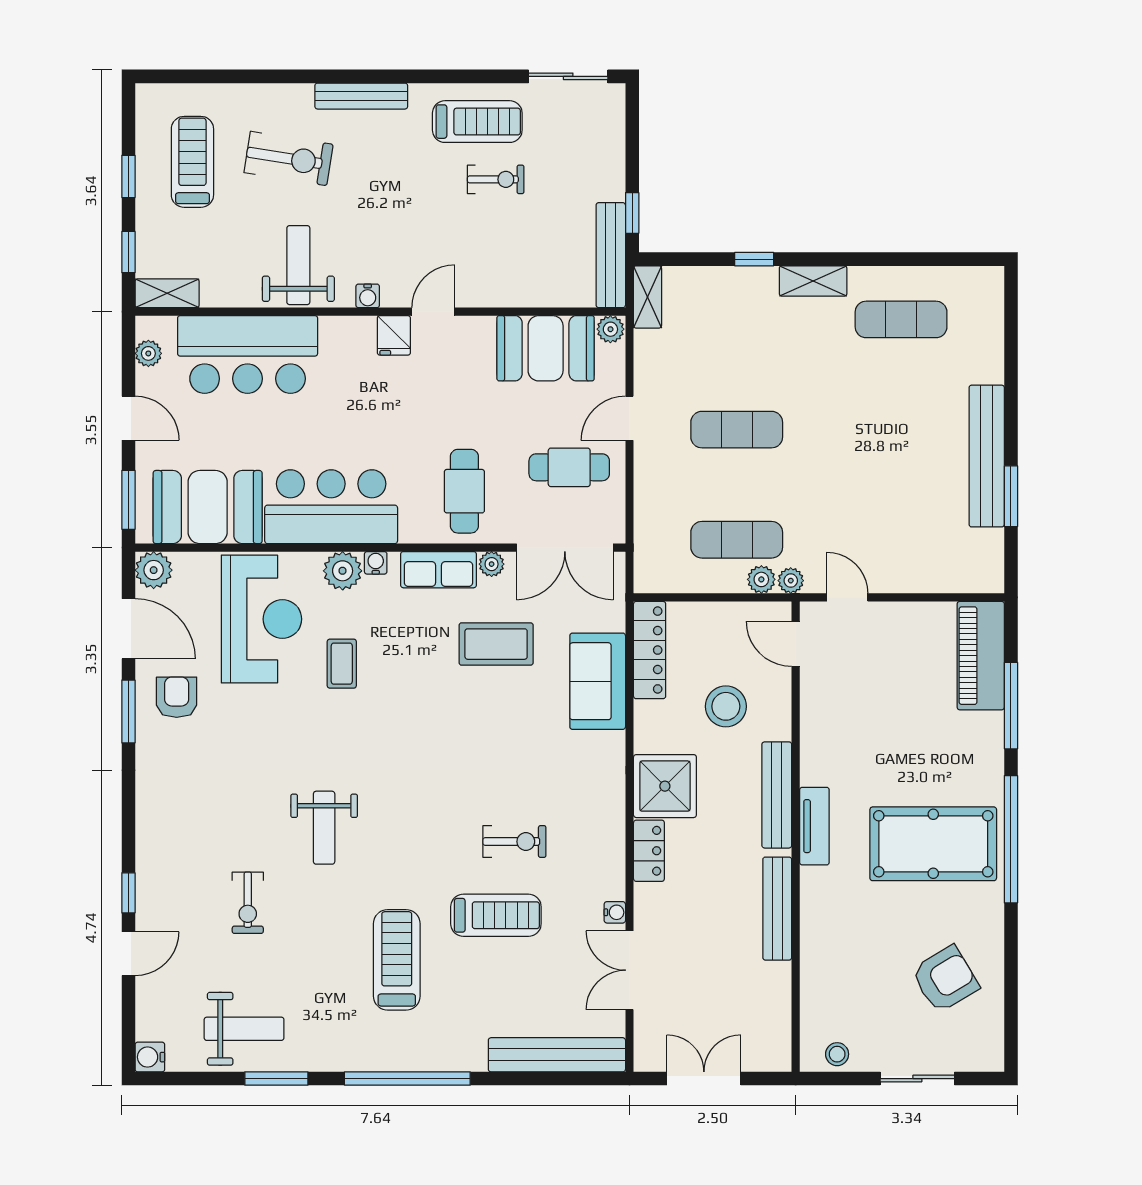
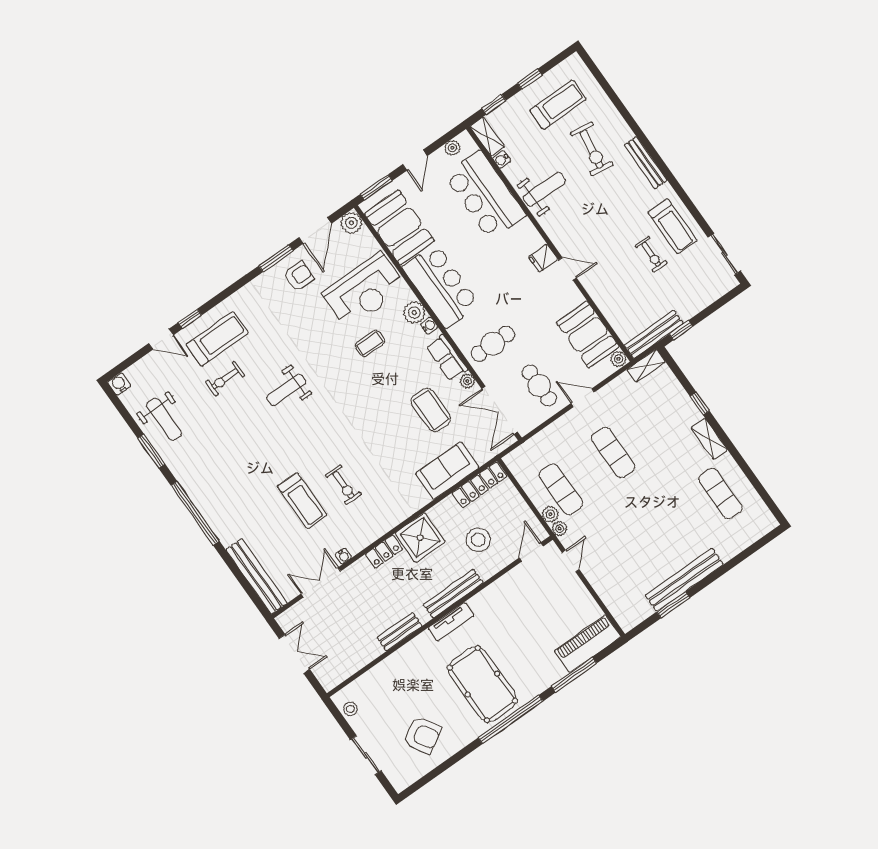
water cooler: (368, 296) -> (502, 159), moved
bench: (777, 909) -> (400, 632), width x0.73
treadmill: (397, 960) -> (217, 339), moved

